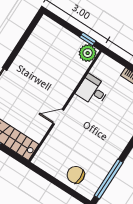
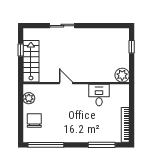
window: (88, 39) -> (132, 47), moved
plant: (49, 165) -> (29, 98), added

